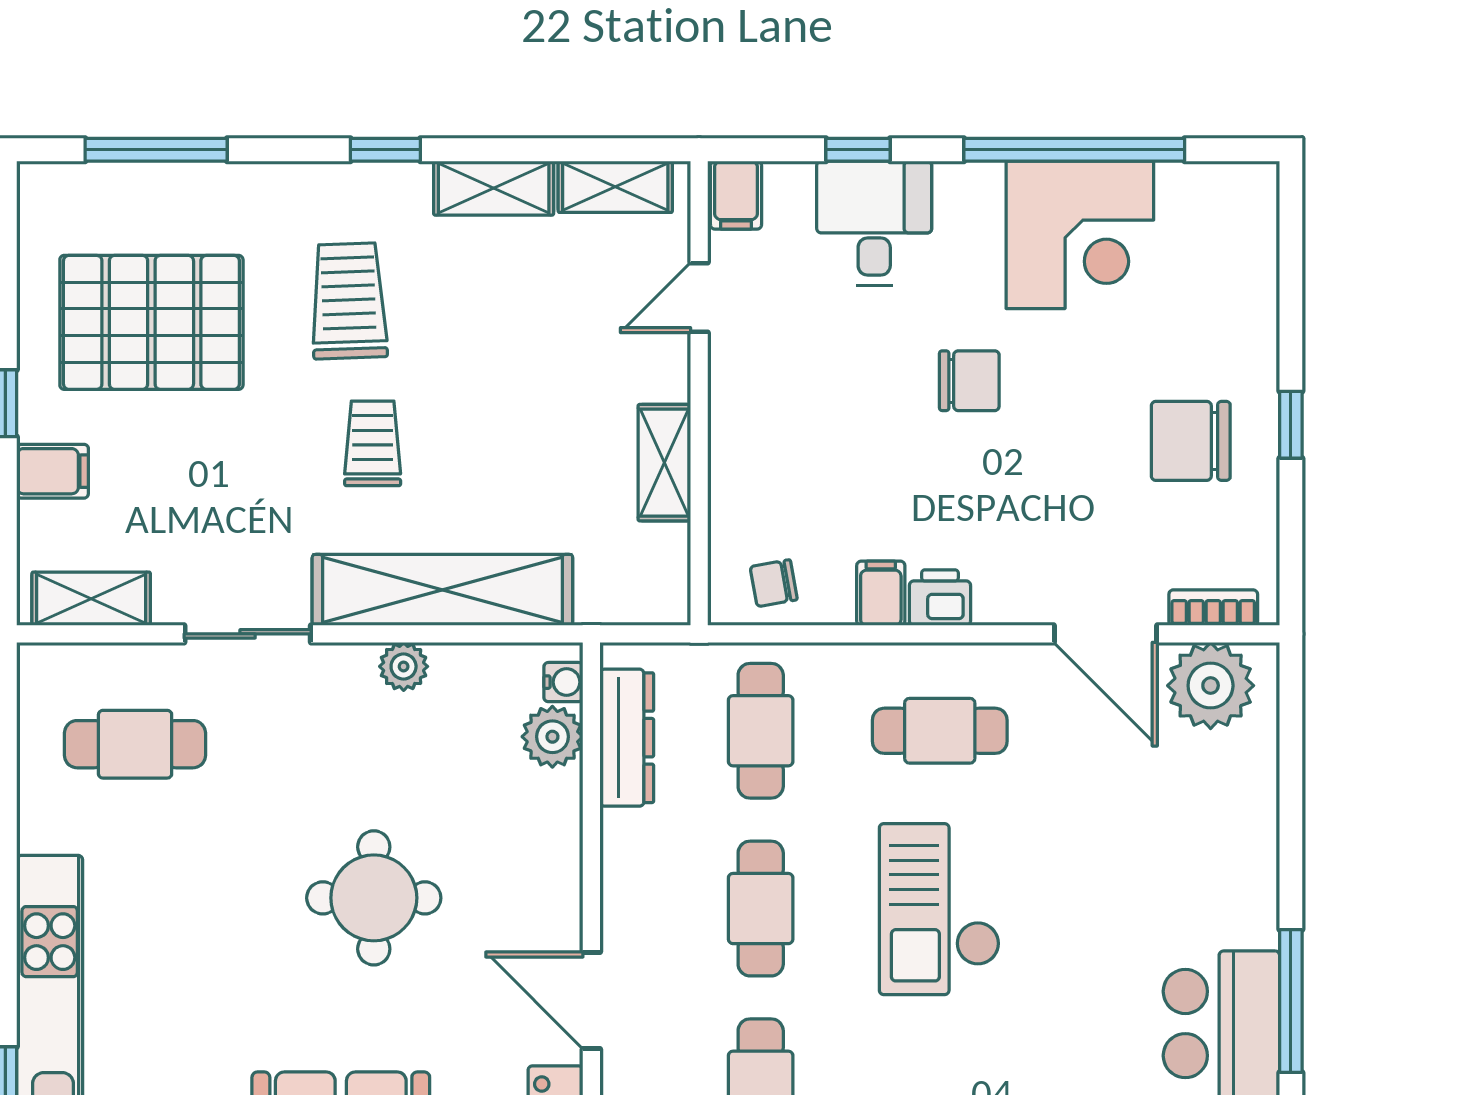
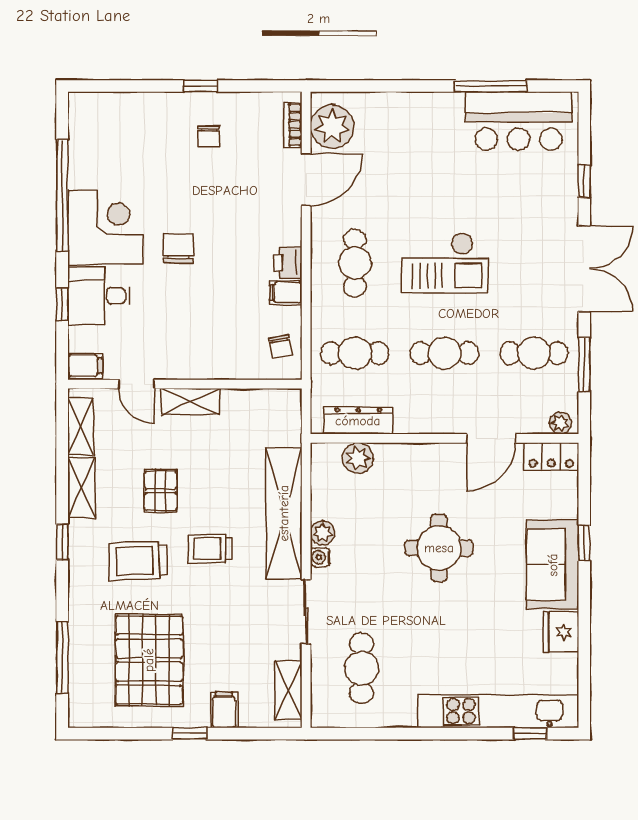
corner desk: (1080, 235) -> (105, 228), moved
pallet: (487, 345) -> (161, 491), added
chair: (1191, 441) -> (209, 136), width x0.54, depth x0.54
shelving: (664, 463) -> (190, 402), moved
water cooler: (563, 682) -> (320, 557), moved, turned -90

